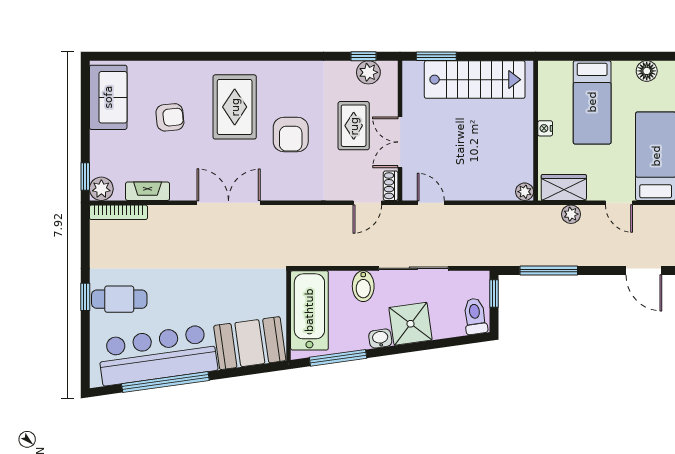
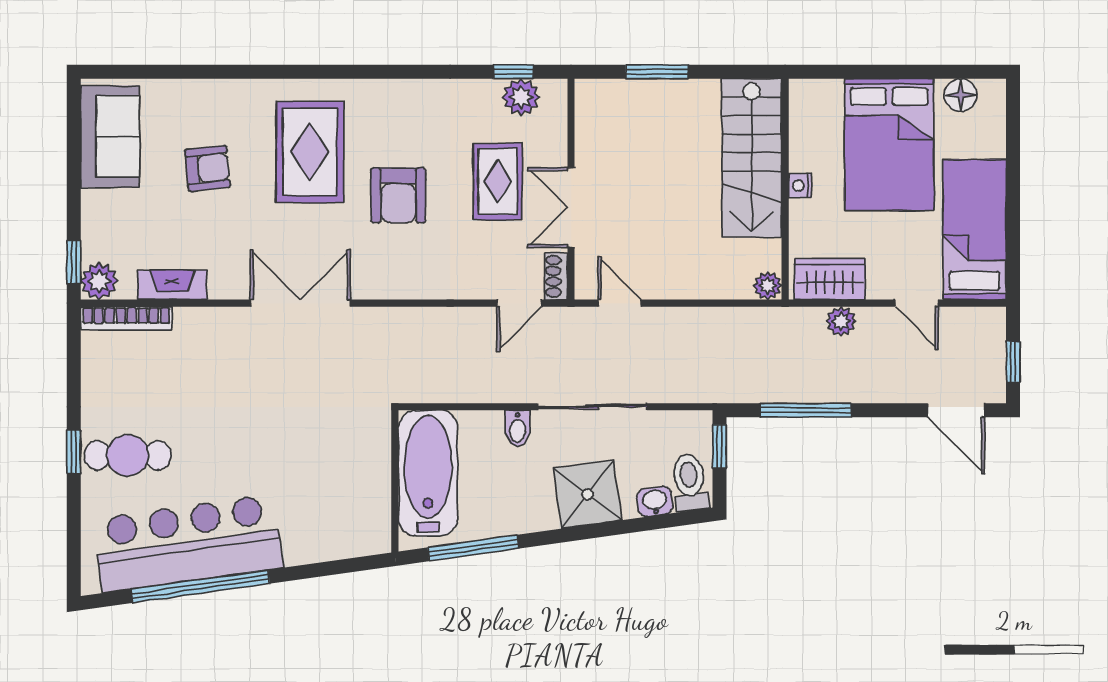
window: (436, 56) -> (657, 72), moved
stairs: (475, 80) -> (752, 158), moved, turned 90
bed: (592, 102) -> (889, 145), width x1.50
bidet: (363, 286) -> (518, 428), width x0.72, depth x0.74
washbasin: (380, 339) -> (655, 501), moved
booth: (250, 343) -> (334, 525), removed

